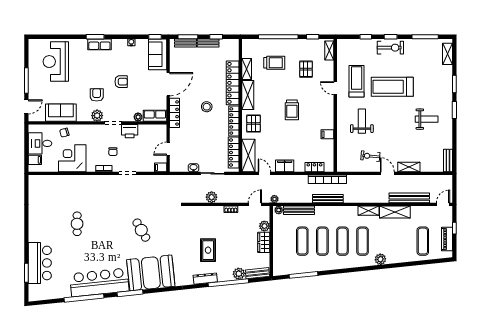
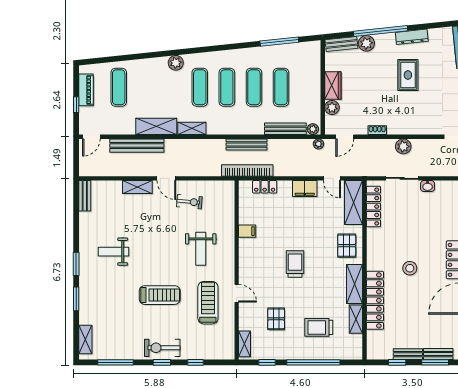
treadmill: (357, 81) -> (208, 303), turned 180
treadmill: (392, 87) -> (160, 295), width x0.73, depth x0.73
locker: (234, 121) -> (373, 249), removed

